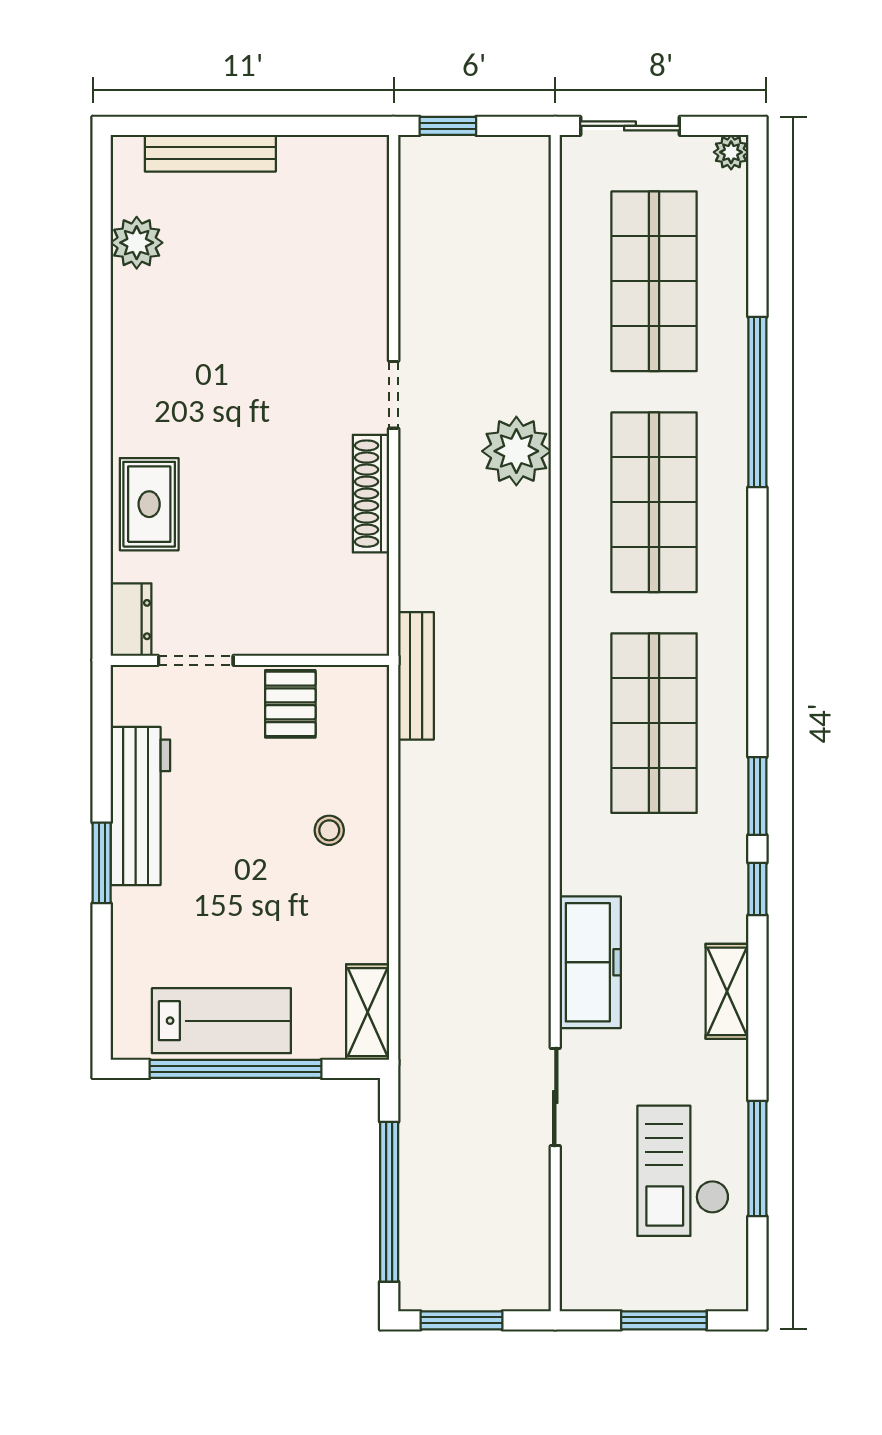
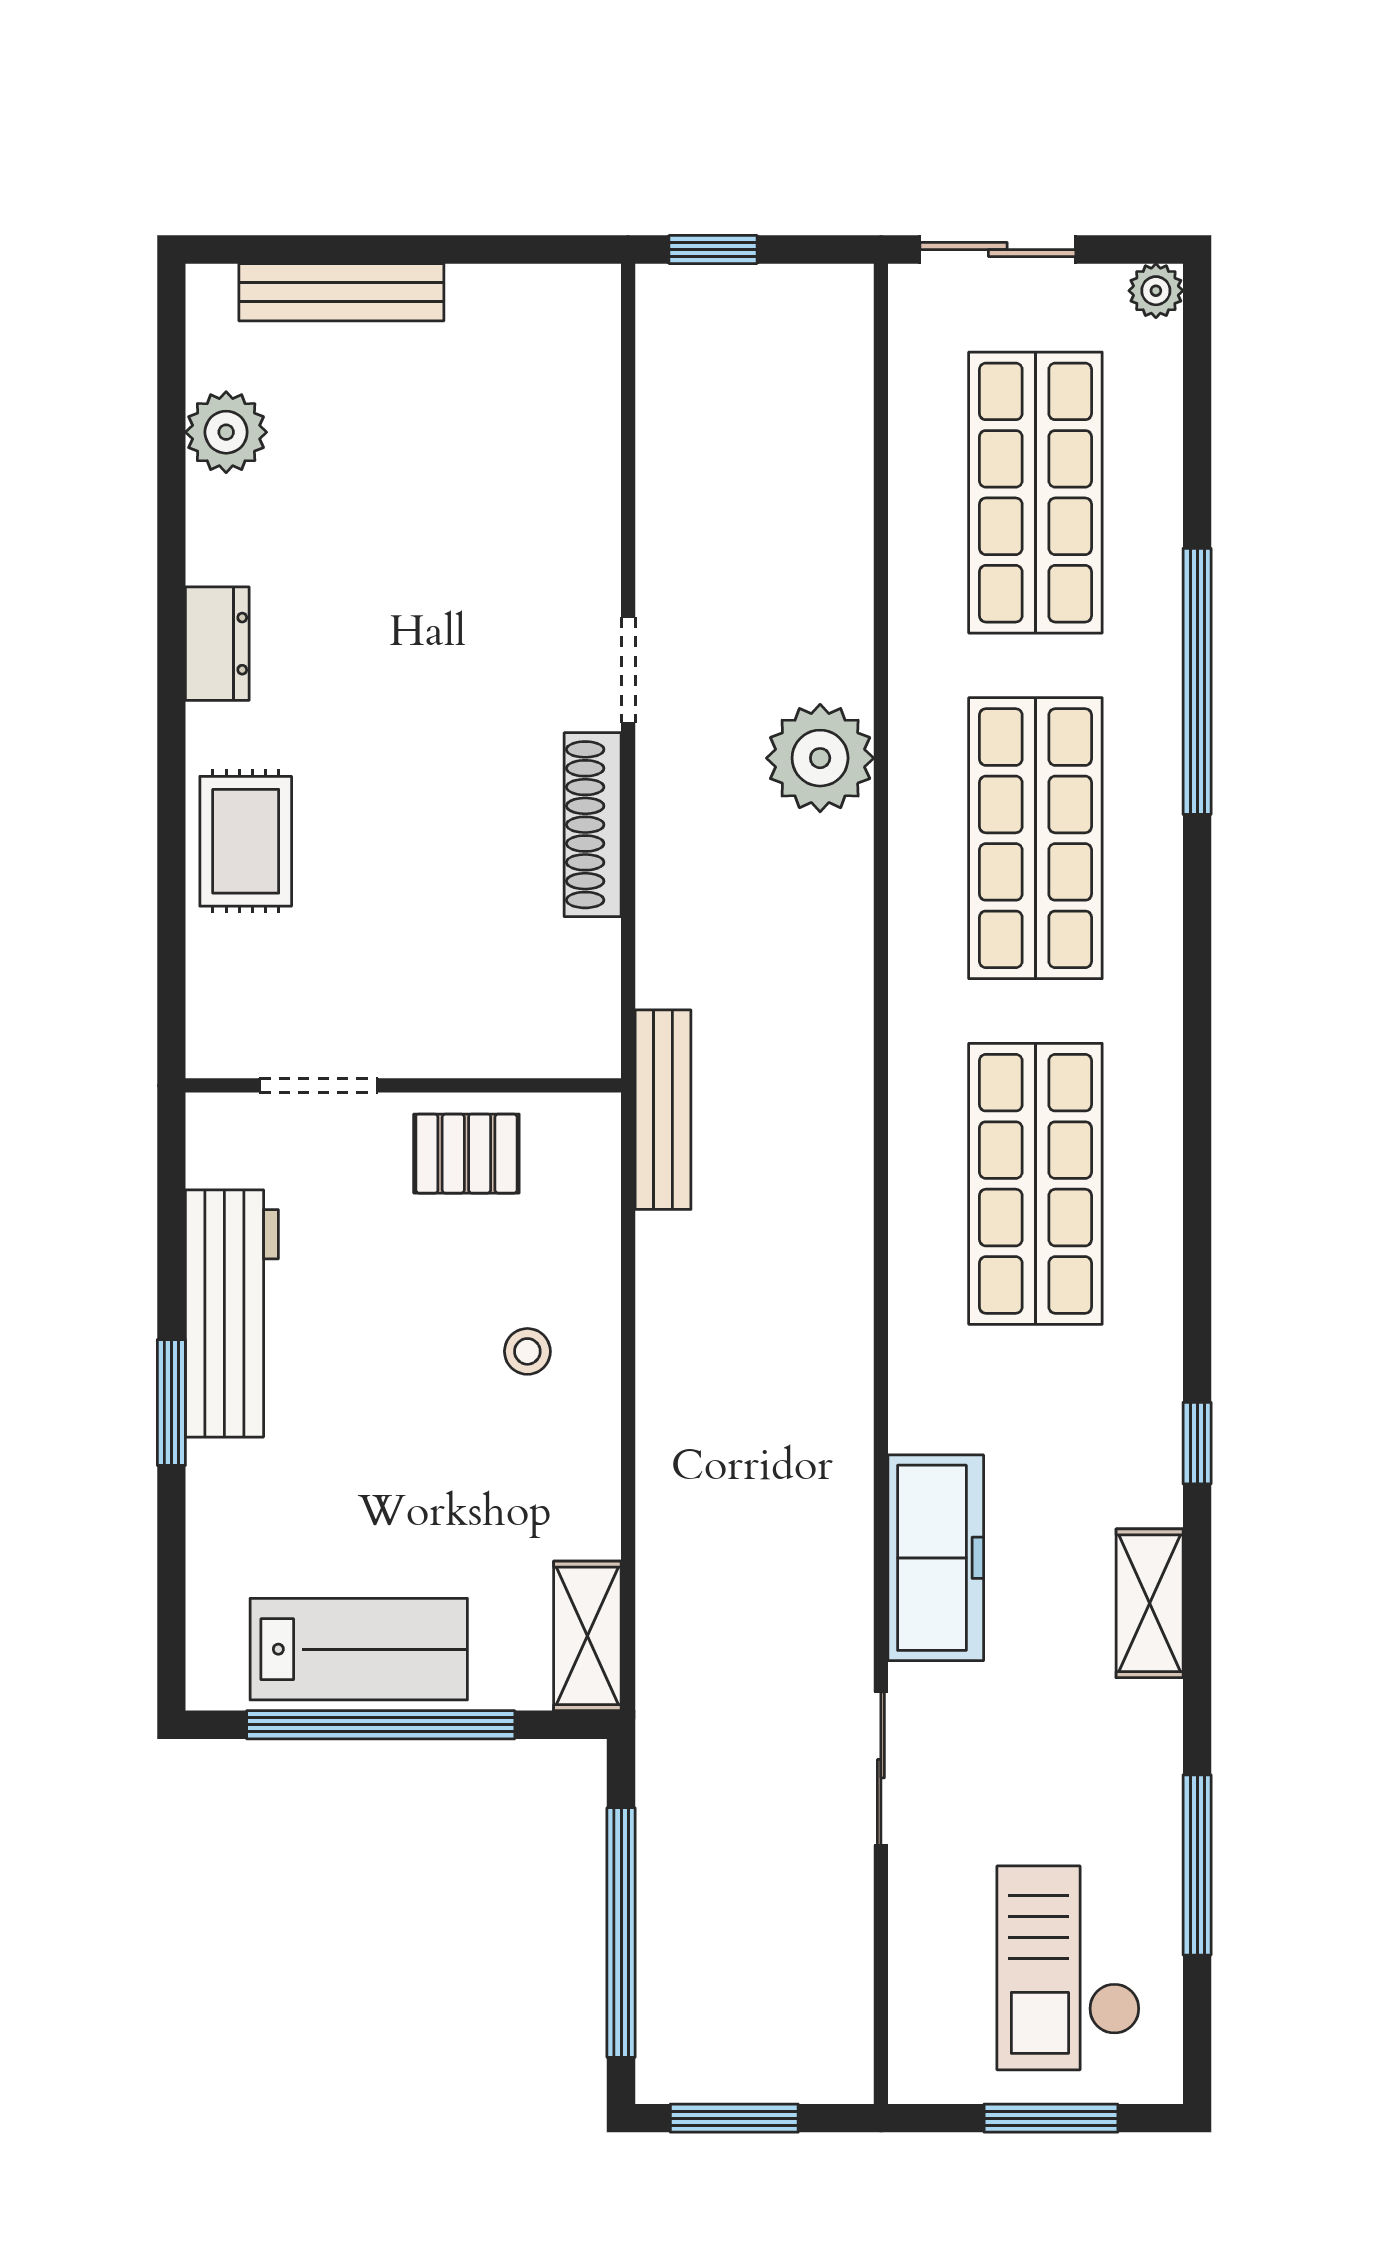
dresser: (131, 620) -> (217, 644), moved
pallet: (290, 704) -> (466, 1154), turned 90
window: (757, 796) -> (1197, 1298), removed
checkout: (683, 1171) -> (1069, 1968), moved

